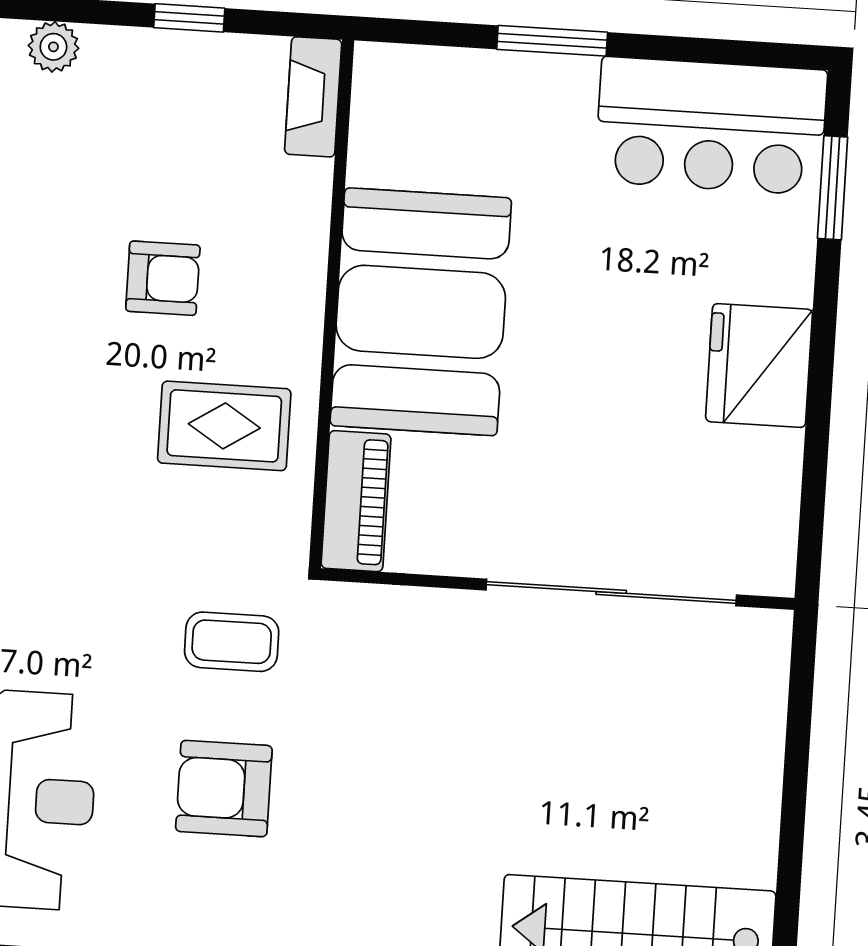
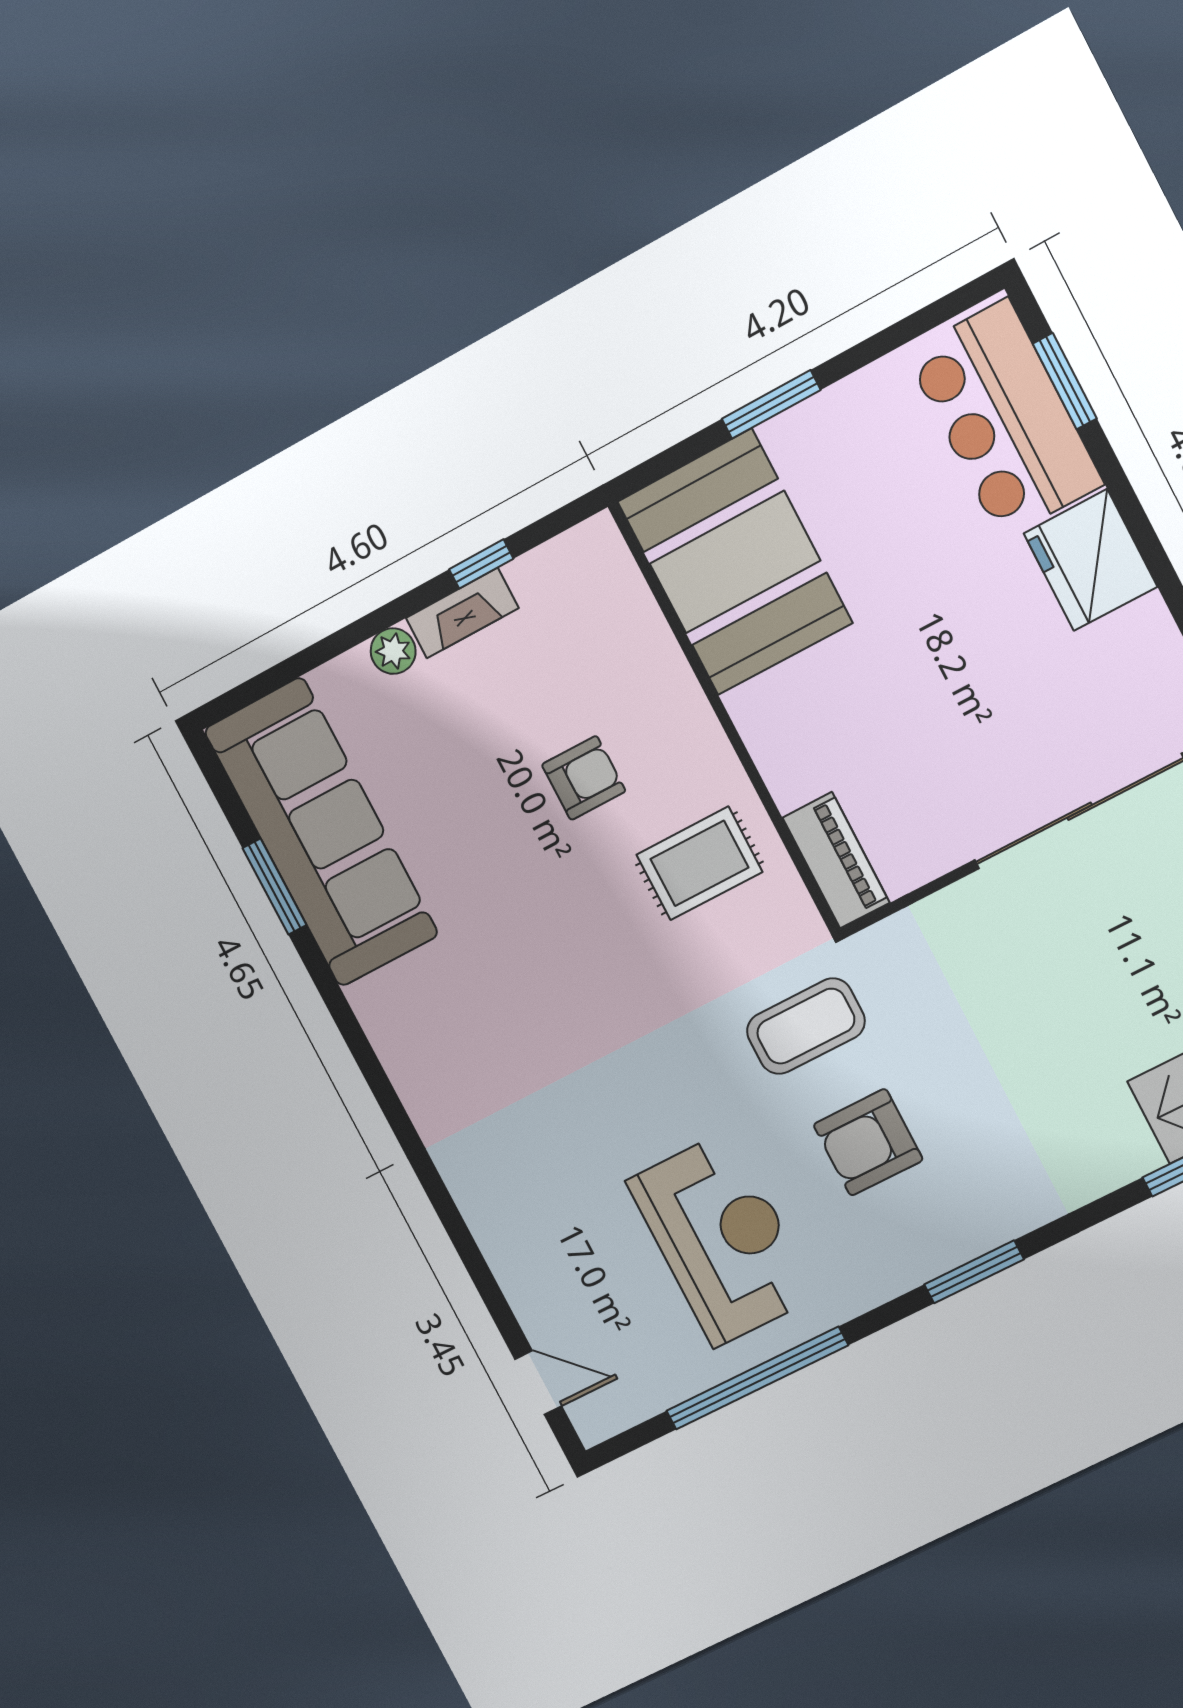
fireplace: (313, 97) -> (462, 613), moved, turned -90
bar counter: (711, 126) -> (1004, 419), moved, turned 90
booth: (421, 312) -> (735, 562), moved
coffee table: (232, 642) -> (806, 1026), width x1.36, depth x1.30

